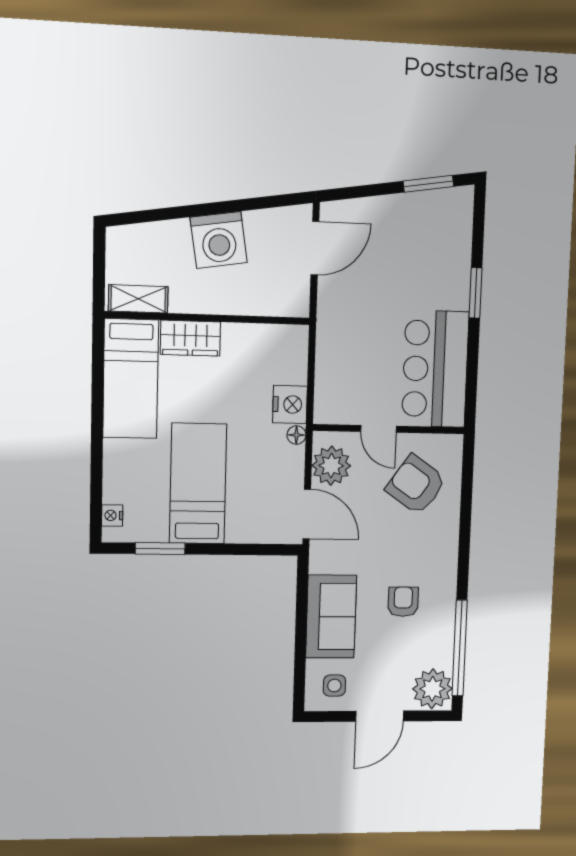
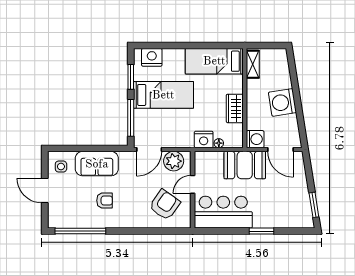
washing machine: (292, 299) -> (255, 139), added
booth: (344, 323) -> (245, 165), added
wardrobe: (190, 338) -> (235, 108), moved
floor lamp: (296, 435) -> (219, 143), moved
nightstand: (112, 515) -> (152, 57), width x1.89, depth x1.79
window: (243, 549) -> (131, 118), added
plant: (432, 689) -> (59, 218), removed

